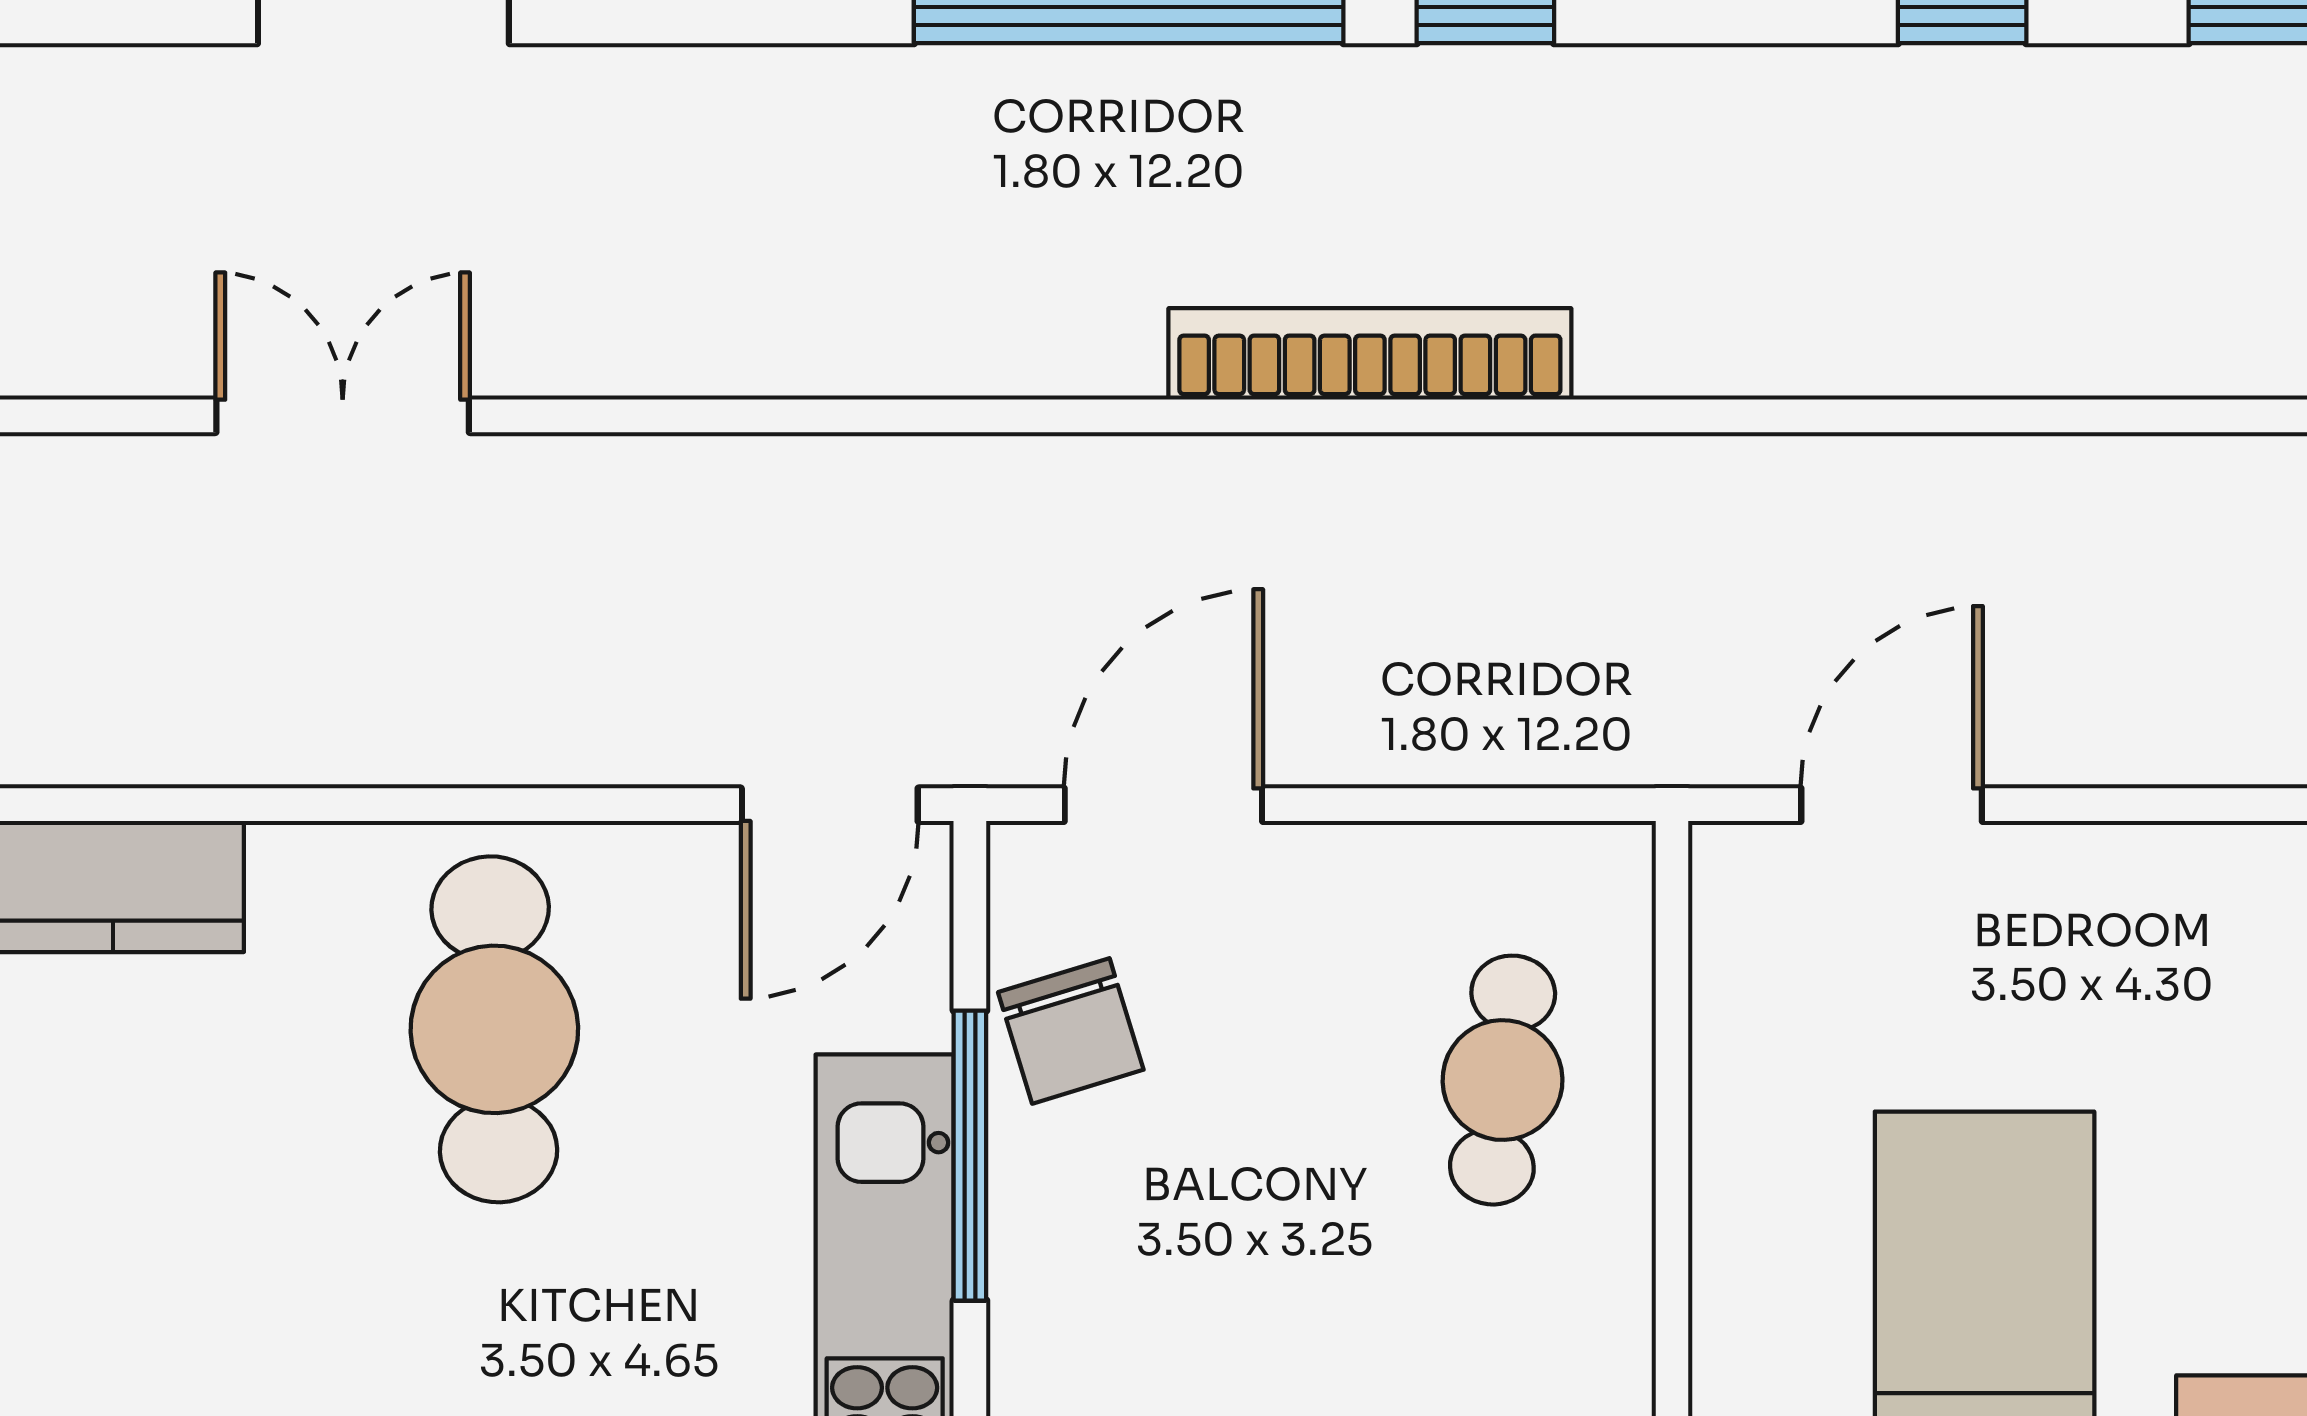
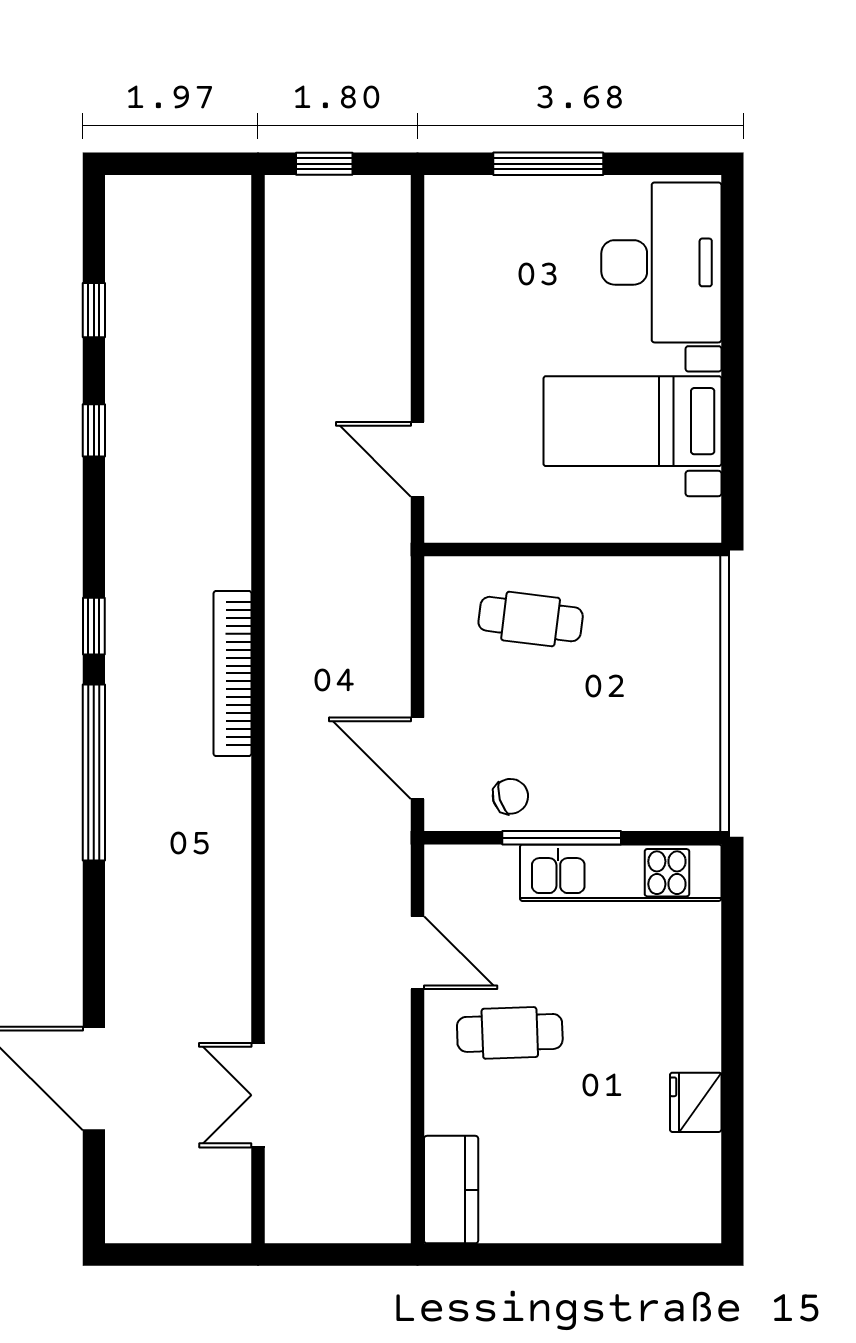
door: (830, 805) -> (418, 953), moved
cafe table: (494, 1029) -> (510, 1033), width x0.73, depth x0.74
chair: (1071, 1031) -> (510, 796), width x0.73, depth x0.73

